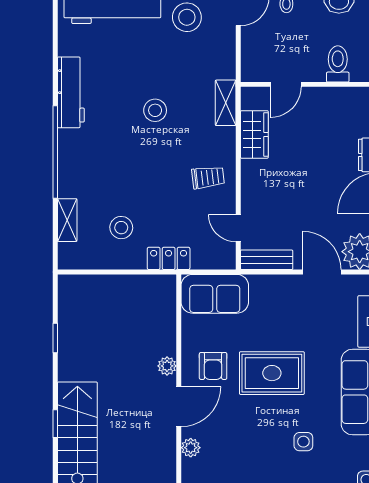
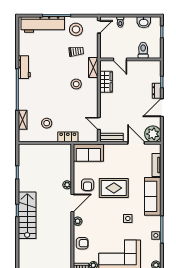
door: (286, 84) -> (120, 59), hinge flipped
workbench: (71, 92) -> (24, 67), width x0.73
stool: (155, 110) -> (76, 84), moved
trolley: (208, 177) -> (76, 51), moved

